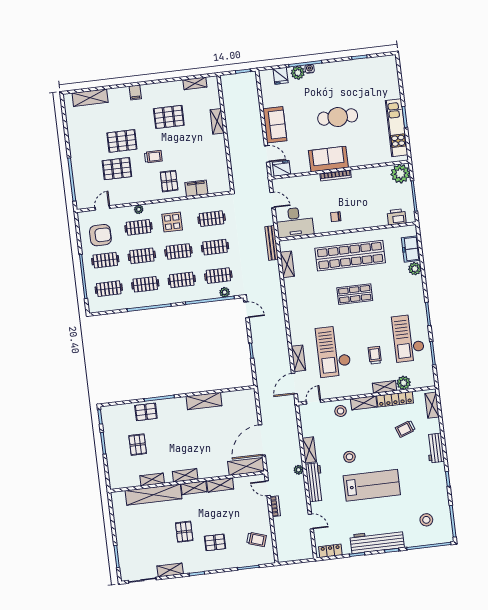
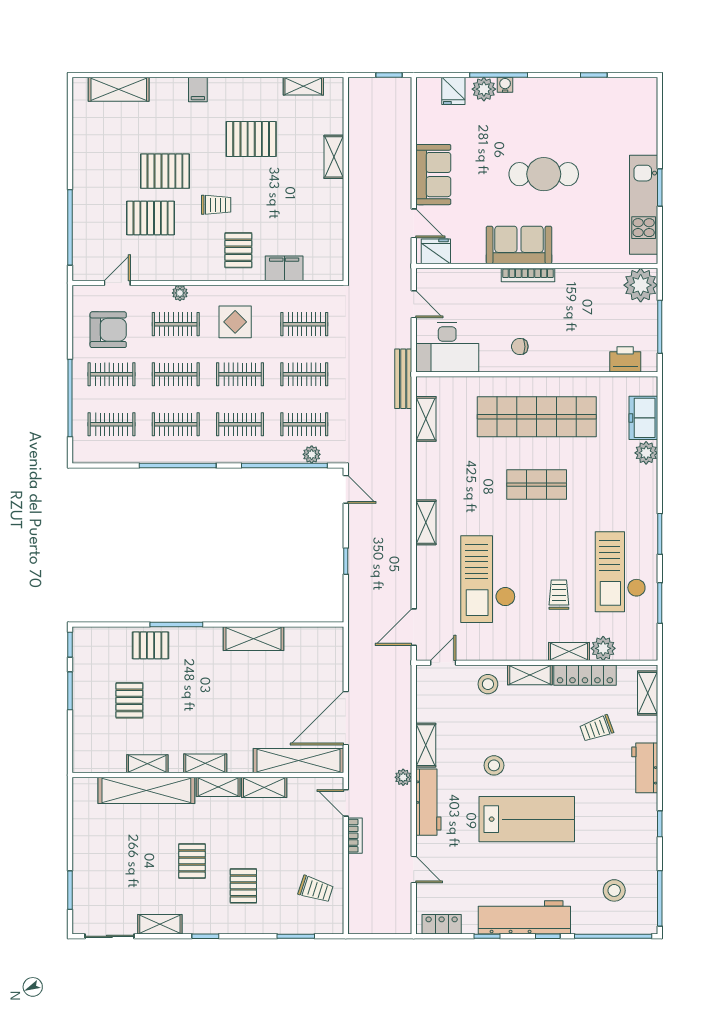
shelving: (298, 358) -> (426, 522), moved
shelving: (246, 466) -> (298, 761), width x1.47
pallet: (215, 542) -> (243, 886), turned 90

